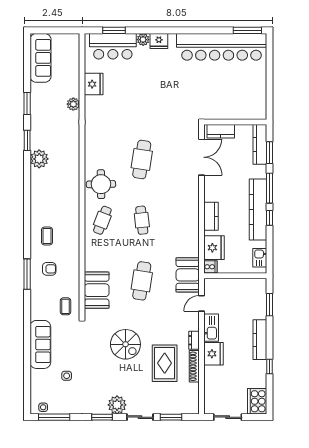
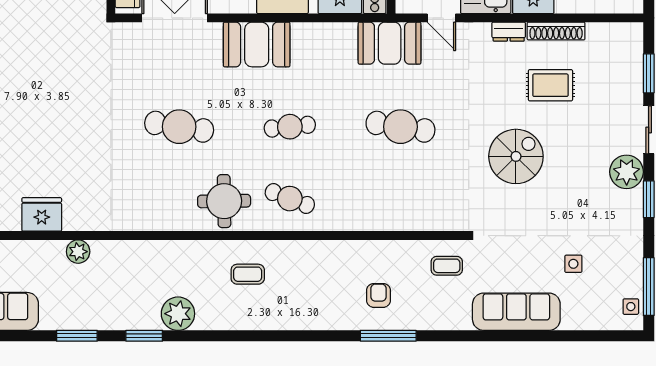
coffee table: (47, 236) -> (248, 274), moved
booth: (97, 290) -> (257, 44), moved
rug: (165, 363) -> (550, 85), width x0.73, depth x0.70

